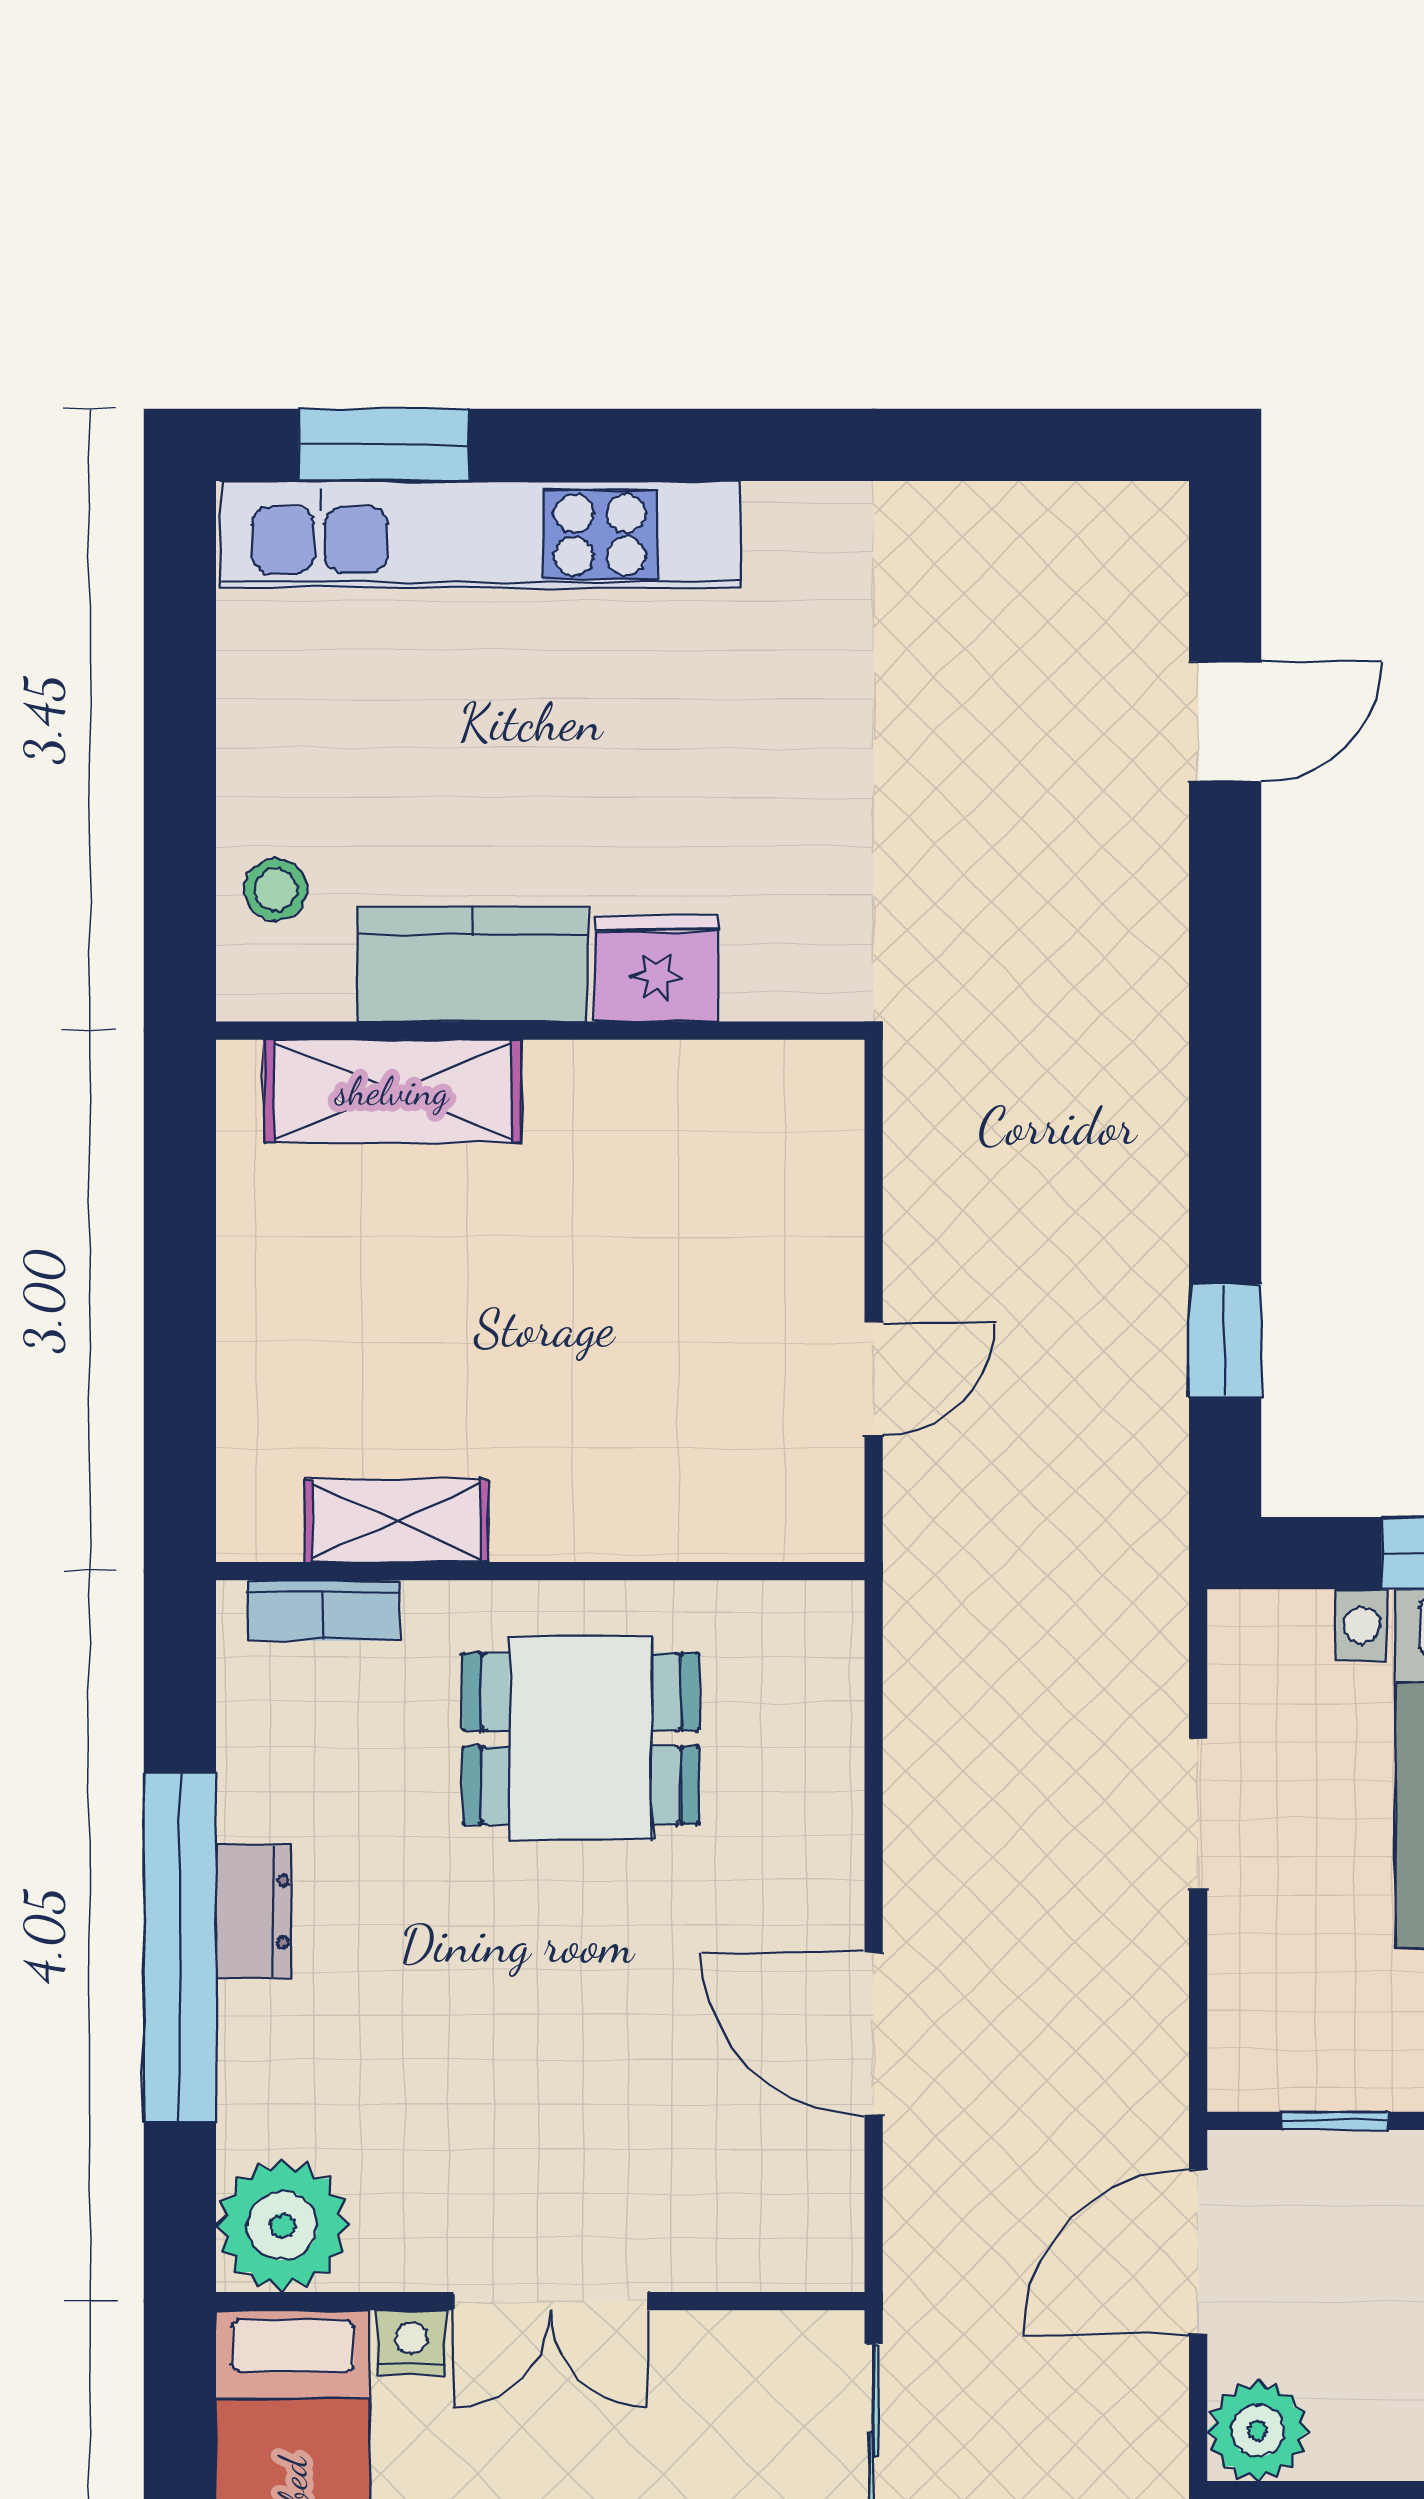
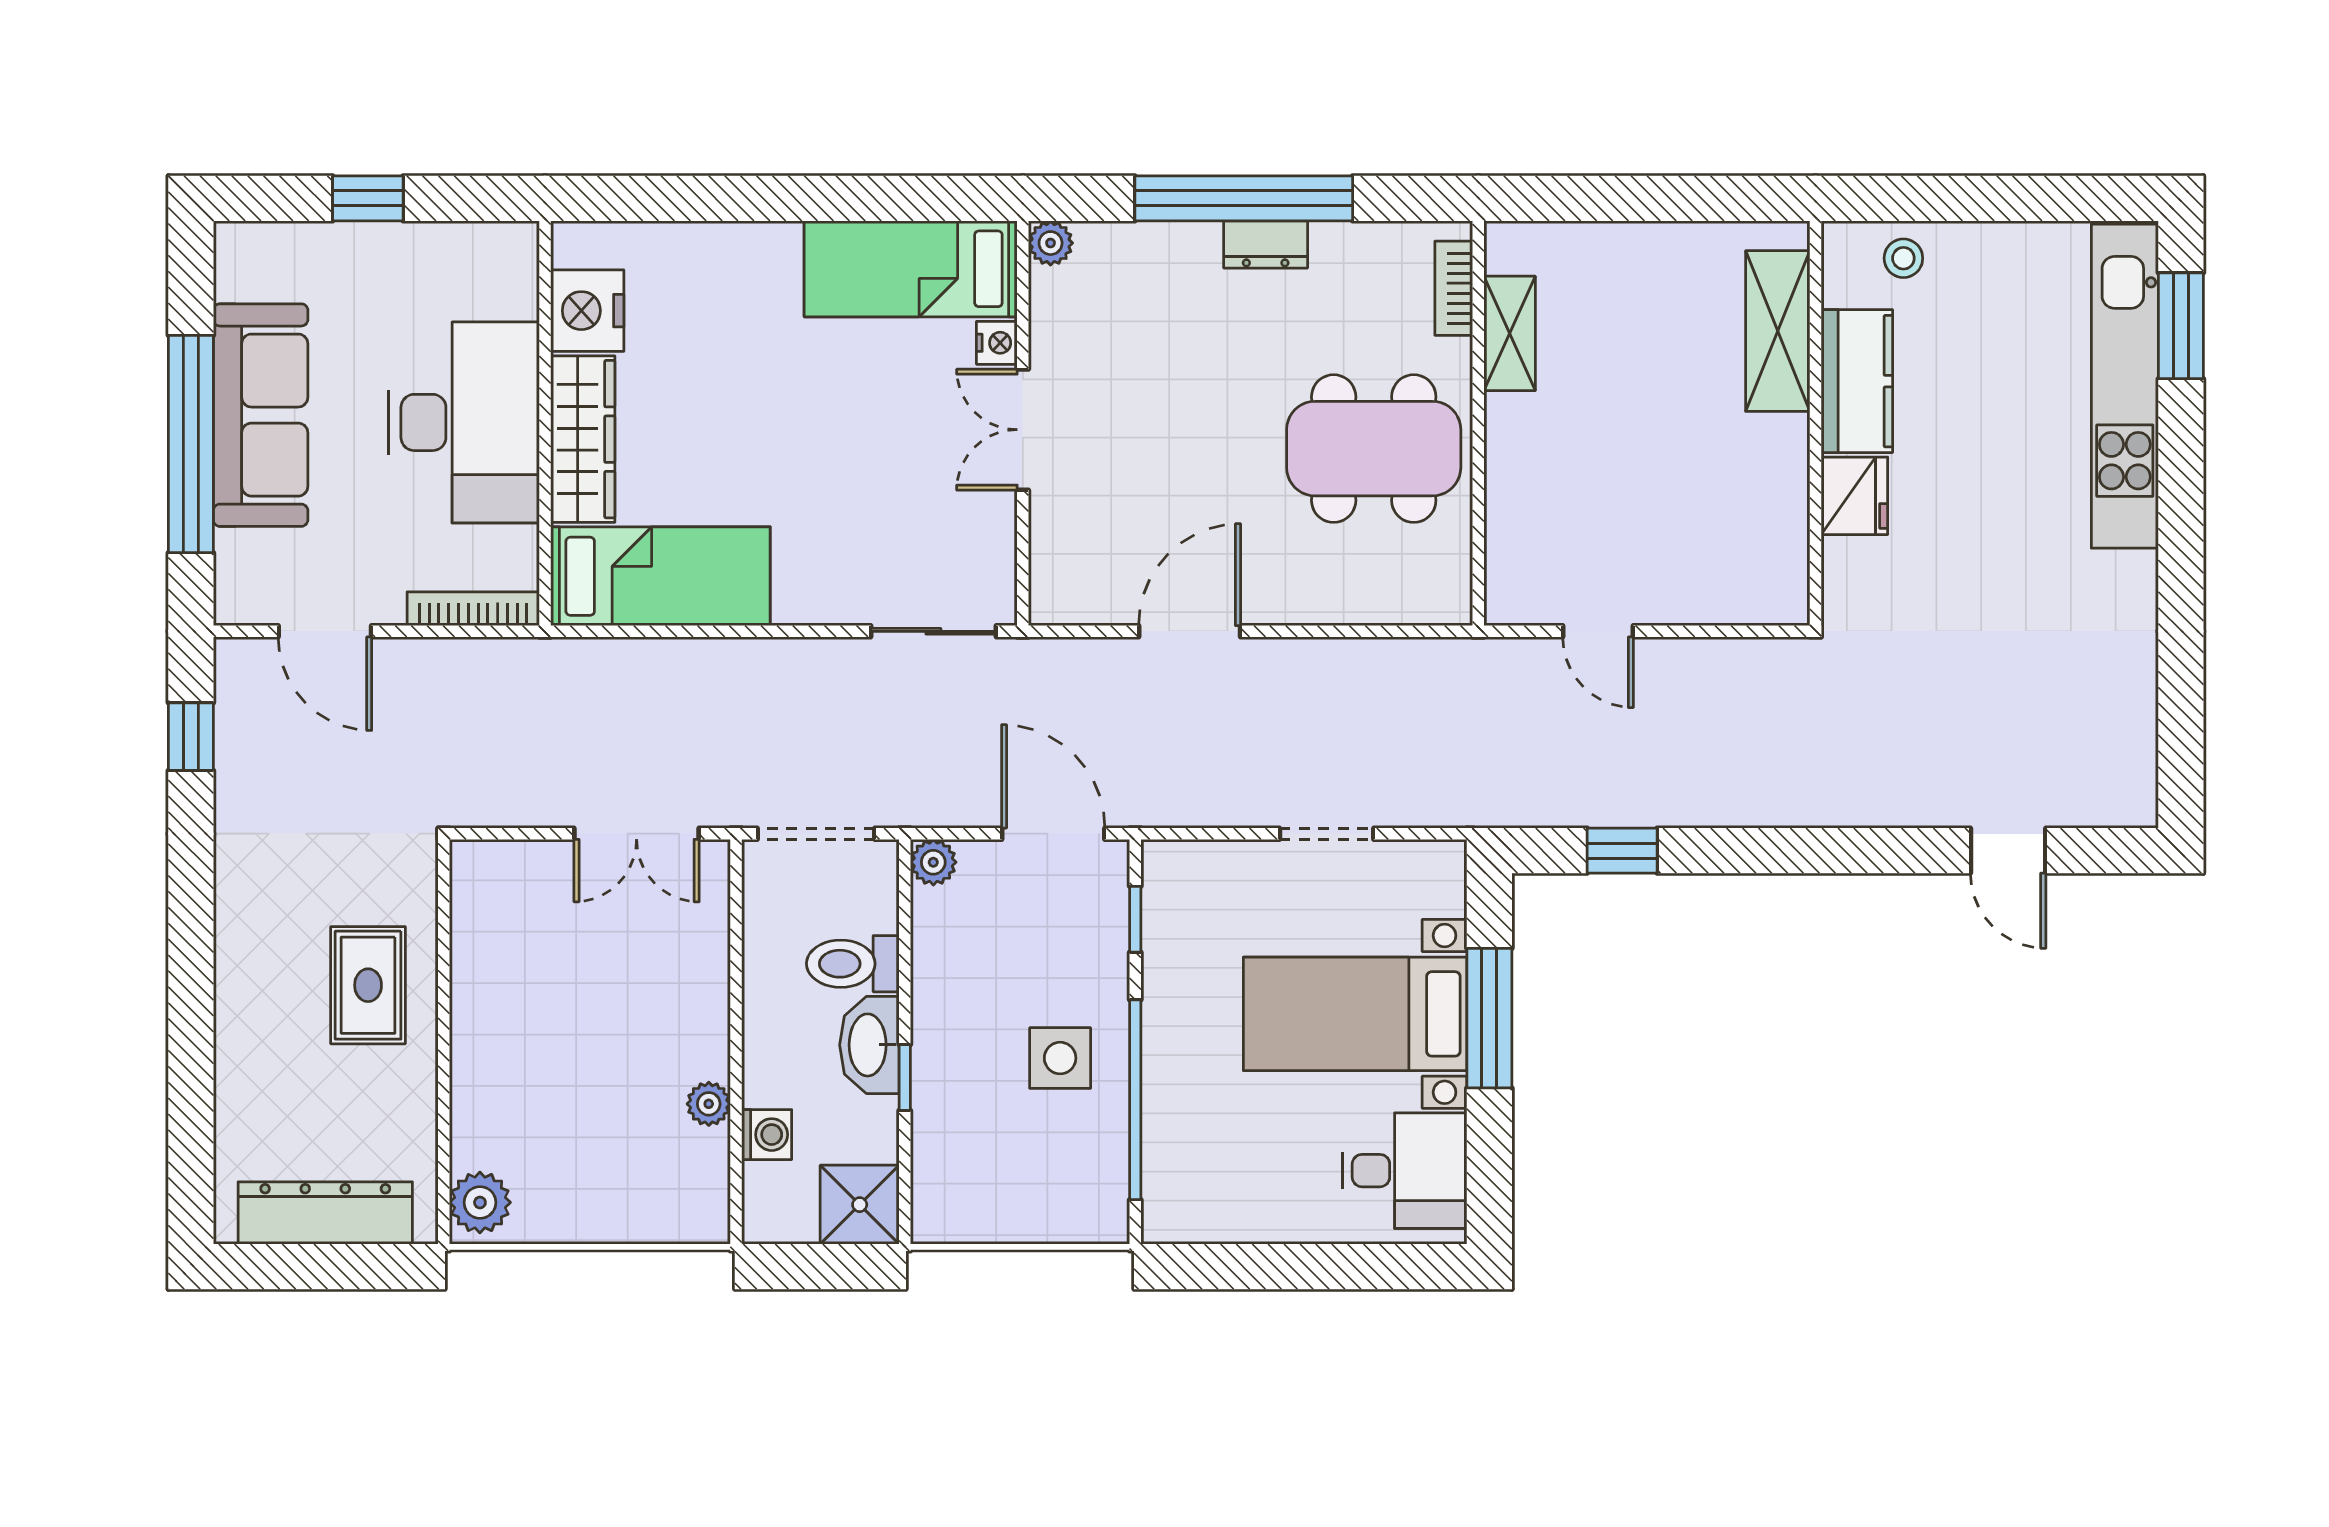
dining table: (581, 1739) -> (1374, 449), width x1.38
plant: (282, 2226) -> (1051, 243), width x0.53, depth x0.53
plant: (1258, 2431) -> (933, 862), width x0.73, depth x0.73

